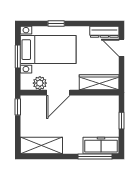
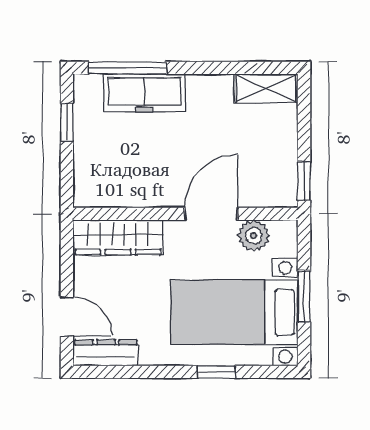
window: (121, 121) -> (67, 122), moved
shelving: (41, 145) -> (266, 88), width x0.67, depth x0.75
freezer: (101, 145) -> (144, 93), moved

